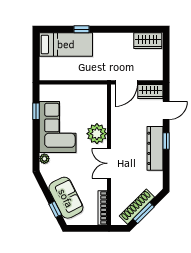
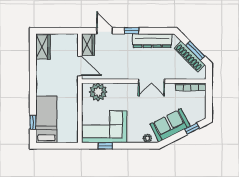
window: (82, 29) -> (33, 122), moved
corner sofa: (58, 127) -> (104, 127), moved
plant: (97, 134) -> (98, 92), moved
dresser: (155, 148) -> (152, 41), moved
sofa: (66, 198) -> (170, 125), moved

